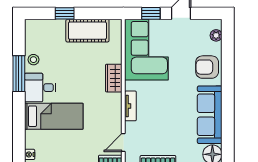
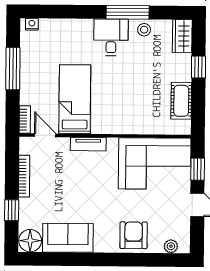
cot: (87, 31) -> (181, 101), width x0.73, depth x0.75
wardrobe: (114, 78) -> (182, 36), moved, turned -90
sofa: (210, 115) -> (68, 238), width x0.73
bed: (54, 116) -> (75, 99), moved, turned 180

